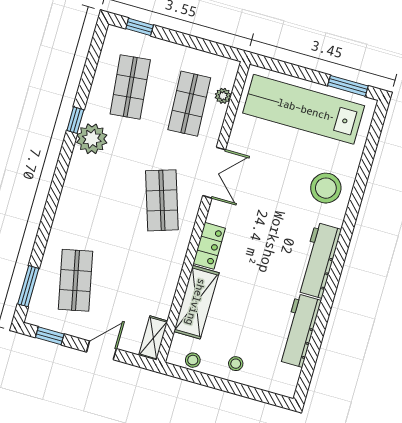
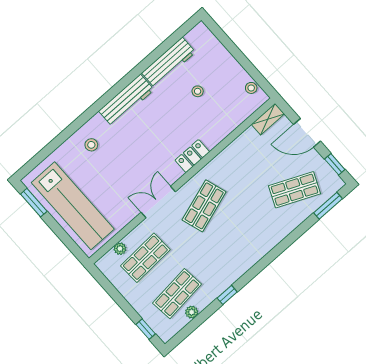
plant: (92, 139) -> (192, 312), moved, width x0.53, depth x0.53
stool: (326, 188) -> (91, 145), width x0.53, depth x0.53
shop shelf: (76, 280) -> (295, 190), turned 36
shelving: (196, 302) -> (224, 124), removed
door: (101, 350) -> (307, 133), width x1.38
stool: (236, 364) -> (198, 91), moved

